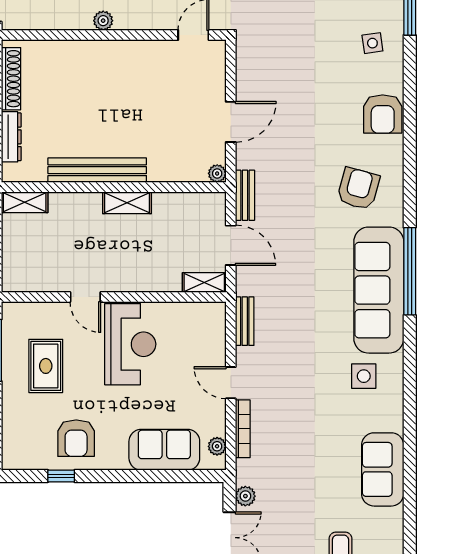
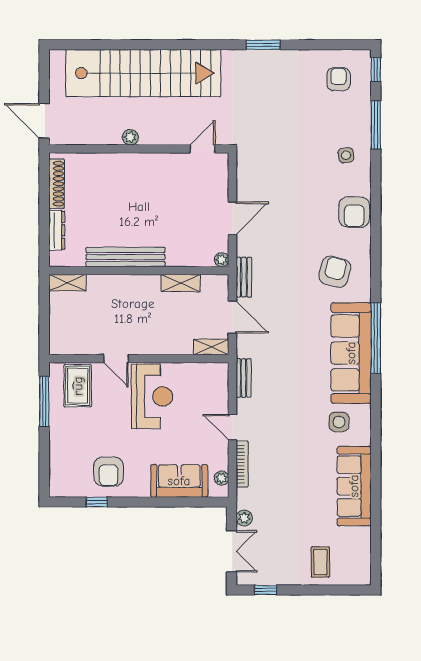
shelving: (127, 203) -> (181, 283), moved
rug: (46, 366) -> (78, 386), moved
sofa: (383, 469) -> (354, 486), width x1.36

